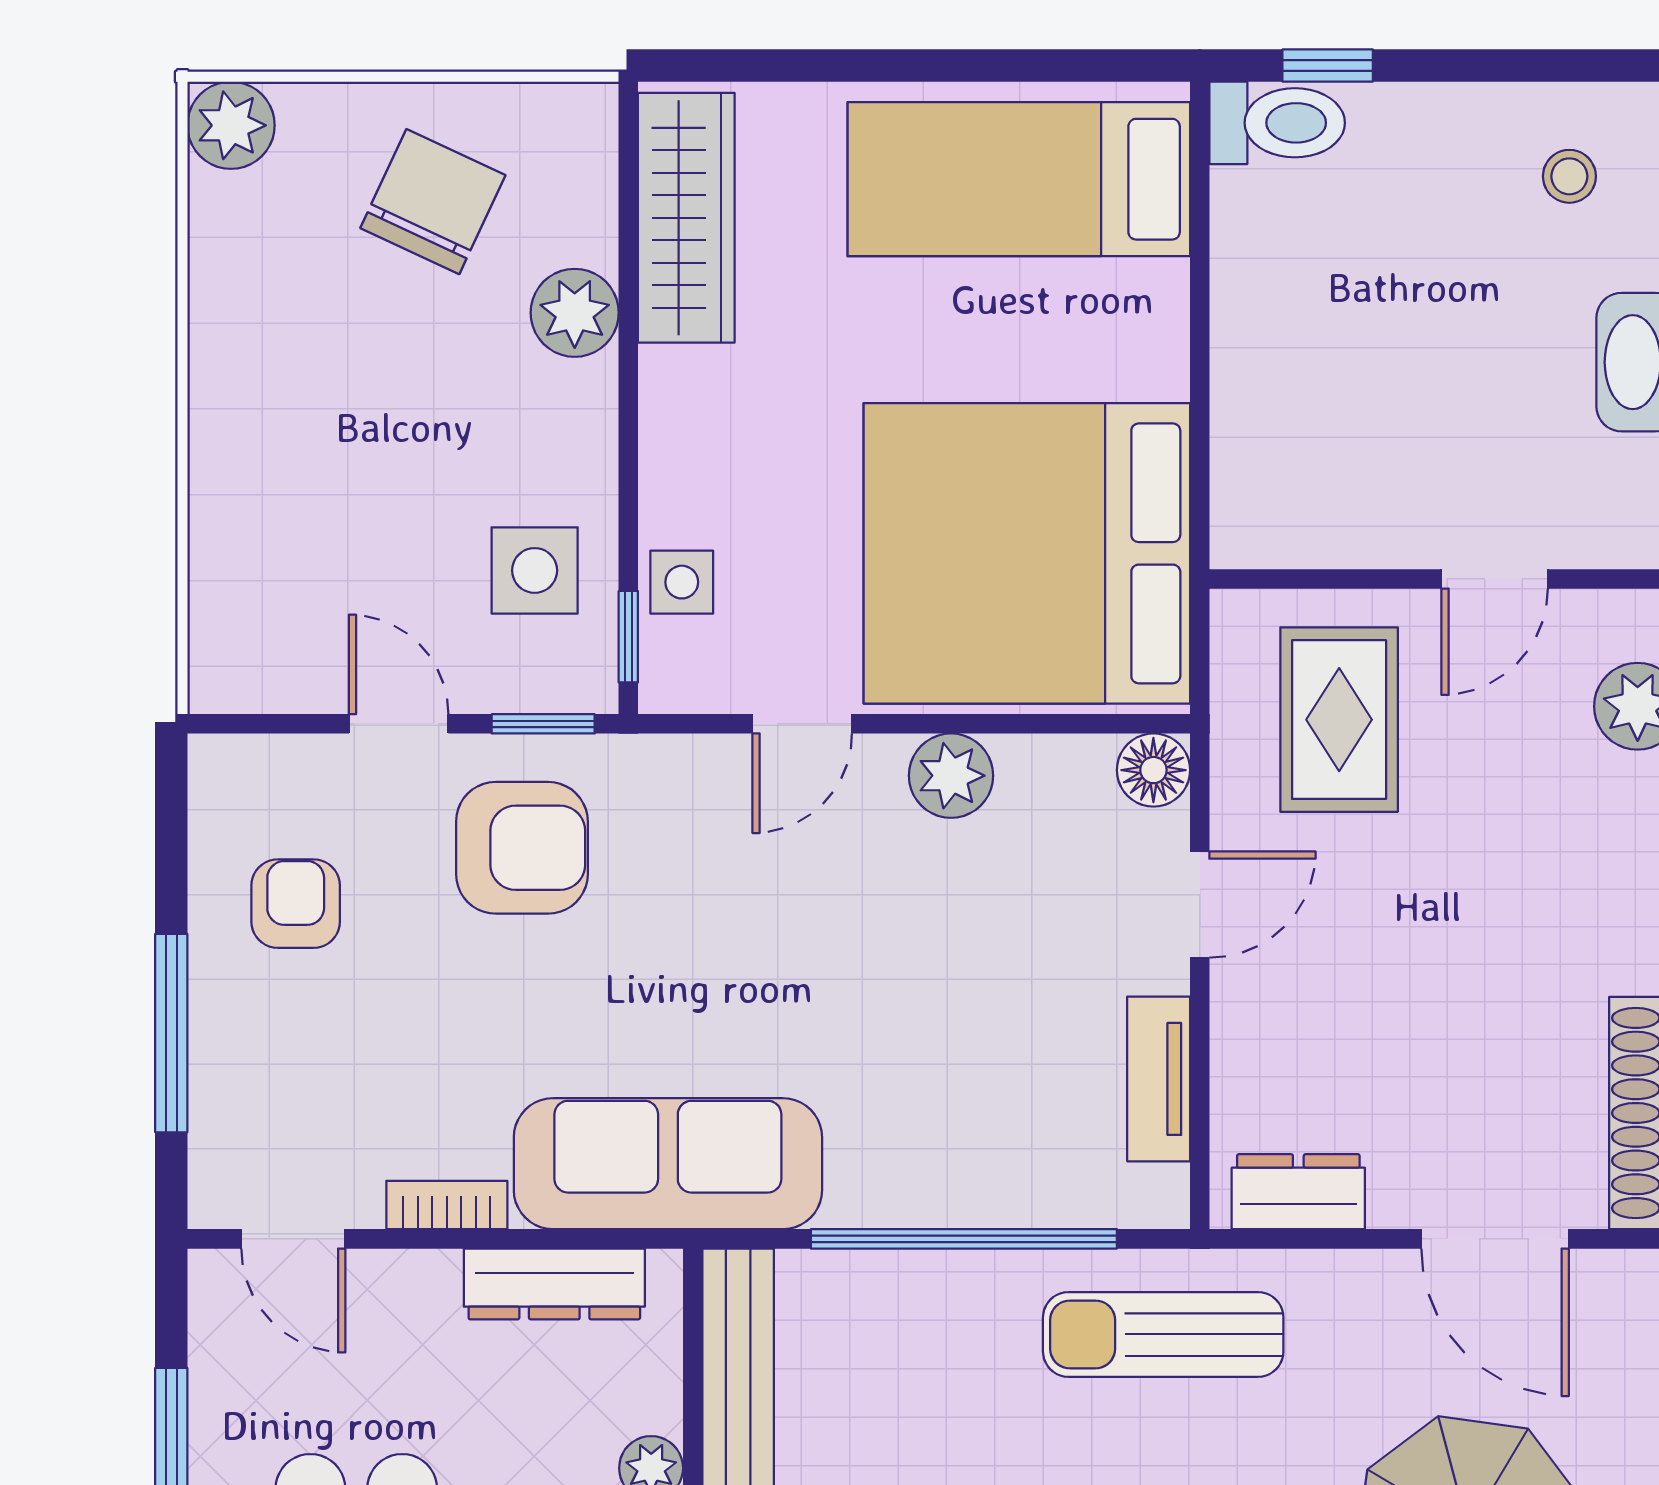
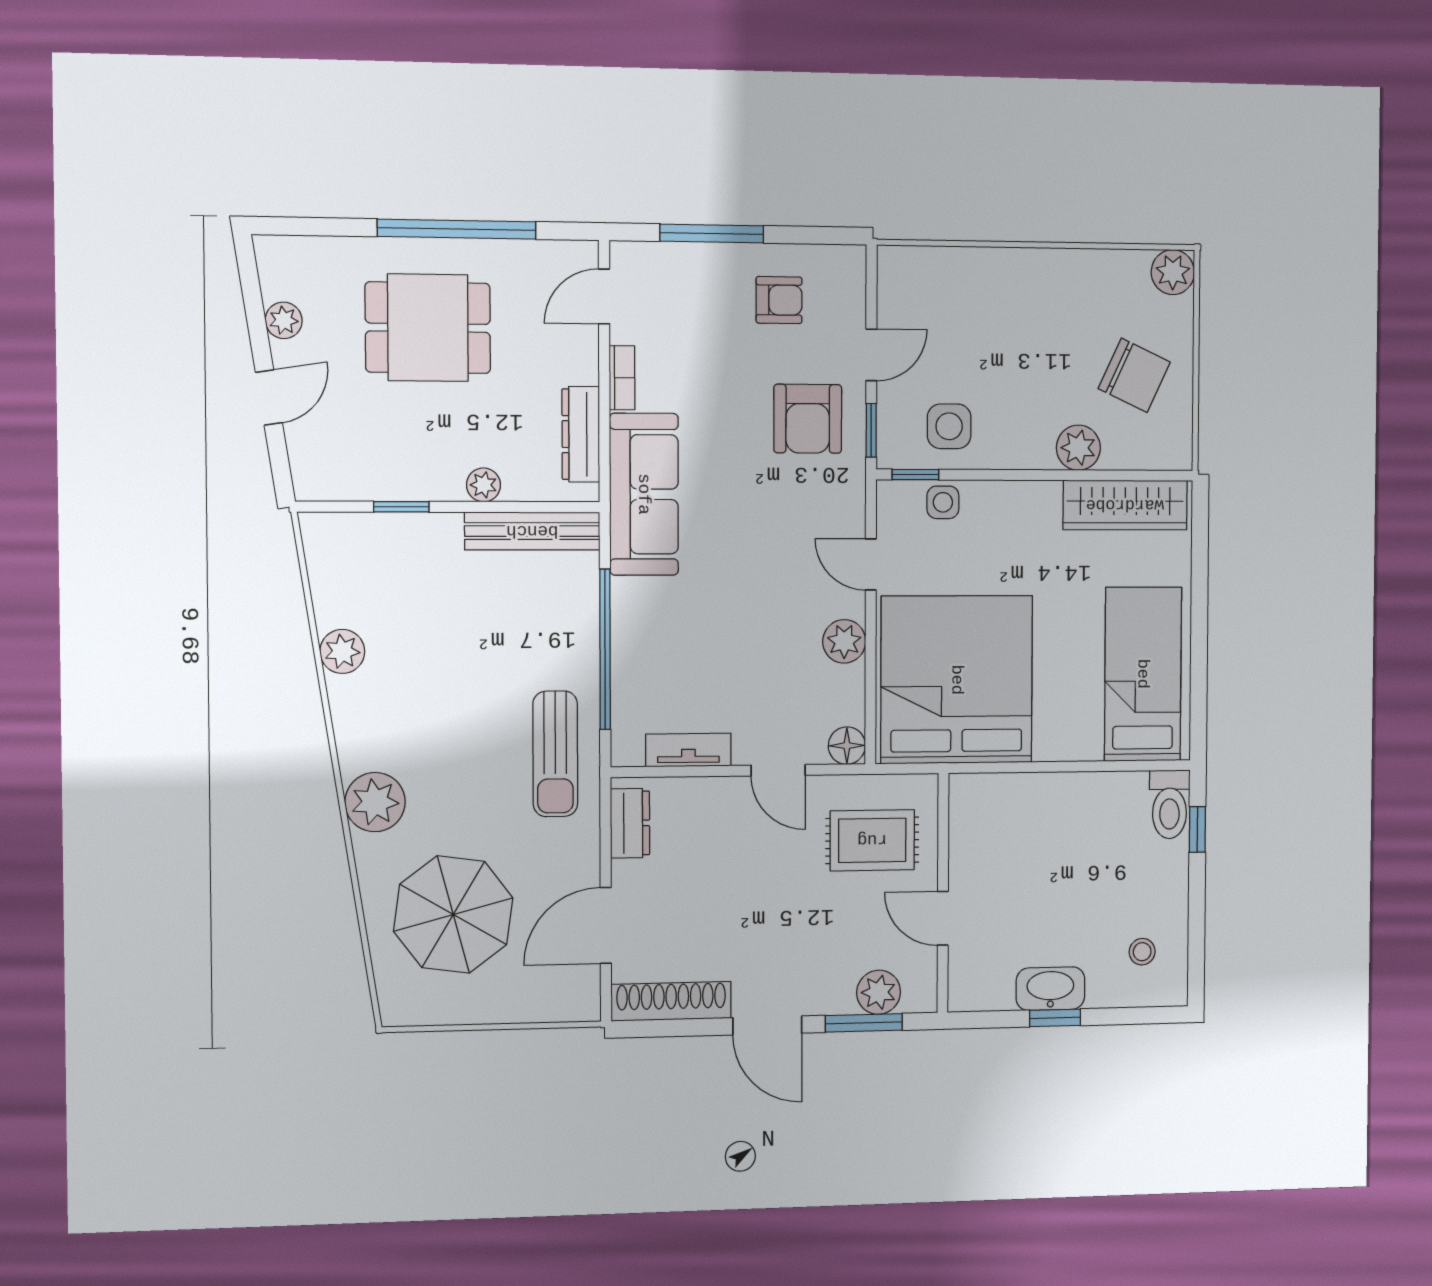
sun lounger: (1163, 1334) -> (555, 754), turned 180

